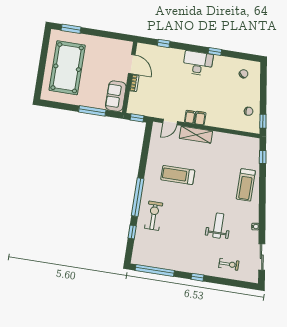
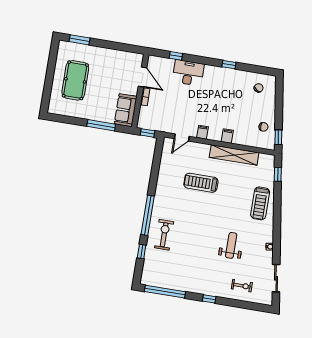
desk: (198, 63) -> (188, 73), moved
pool table: (67, 68) -> (75, 80), width x0.73, depth x0.76
filing cabinet: (200, 118) -> (227, 136), moved
shelving: (196, 135) -> (234, 155), moved, width x1.47
treadmill: (178, 175) -> (201, 183), moved

